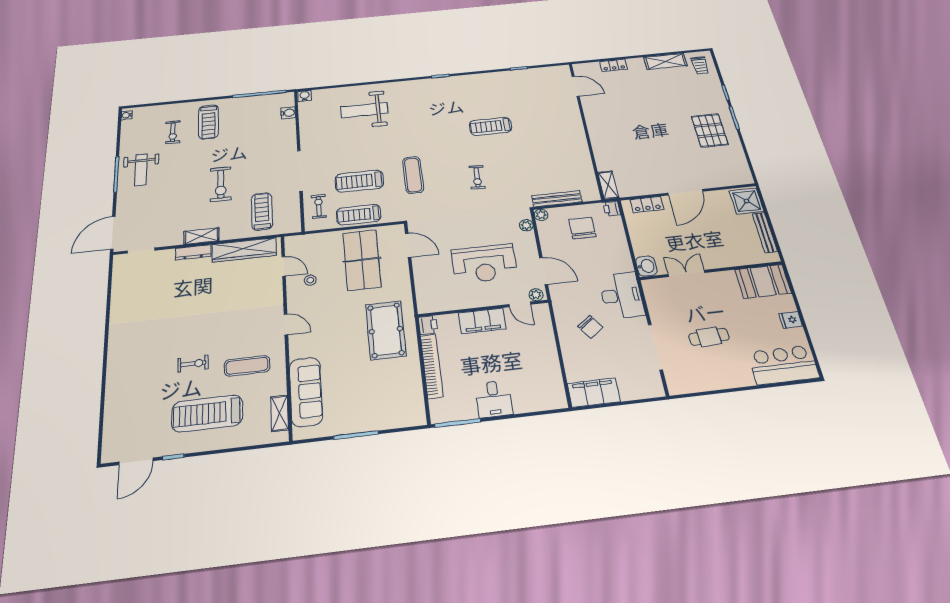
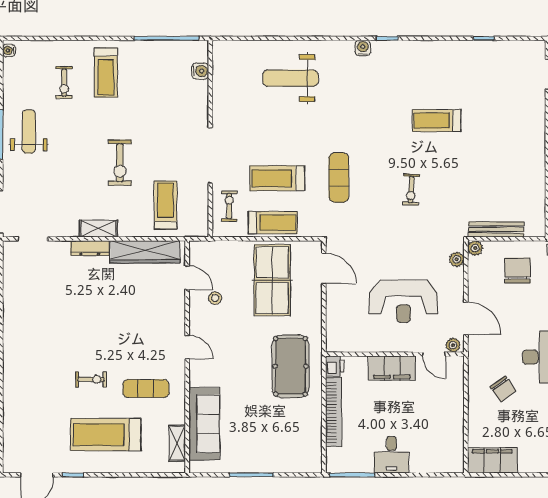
water cooler: (305, 96) -> (363, 48), moved
weight bench: (141, 170) -> (29, 132), turned 180
treadmill: (359, 215) -> (273, 223), turned 180

